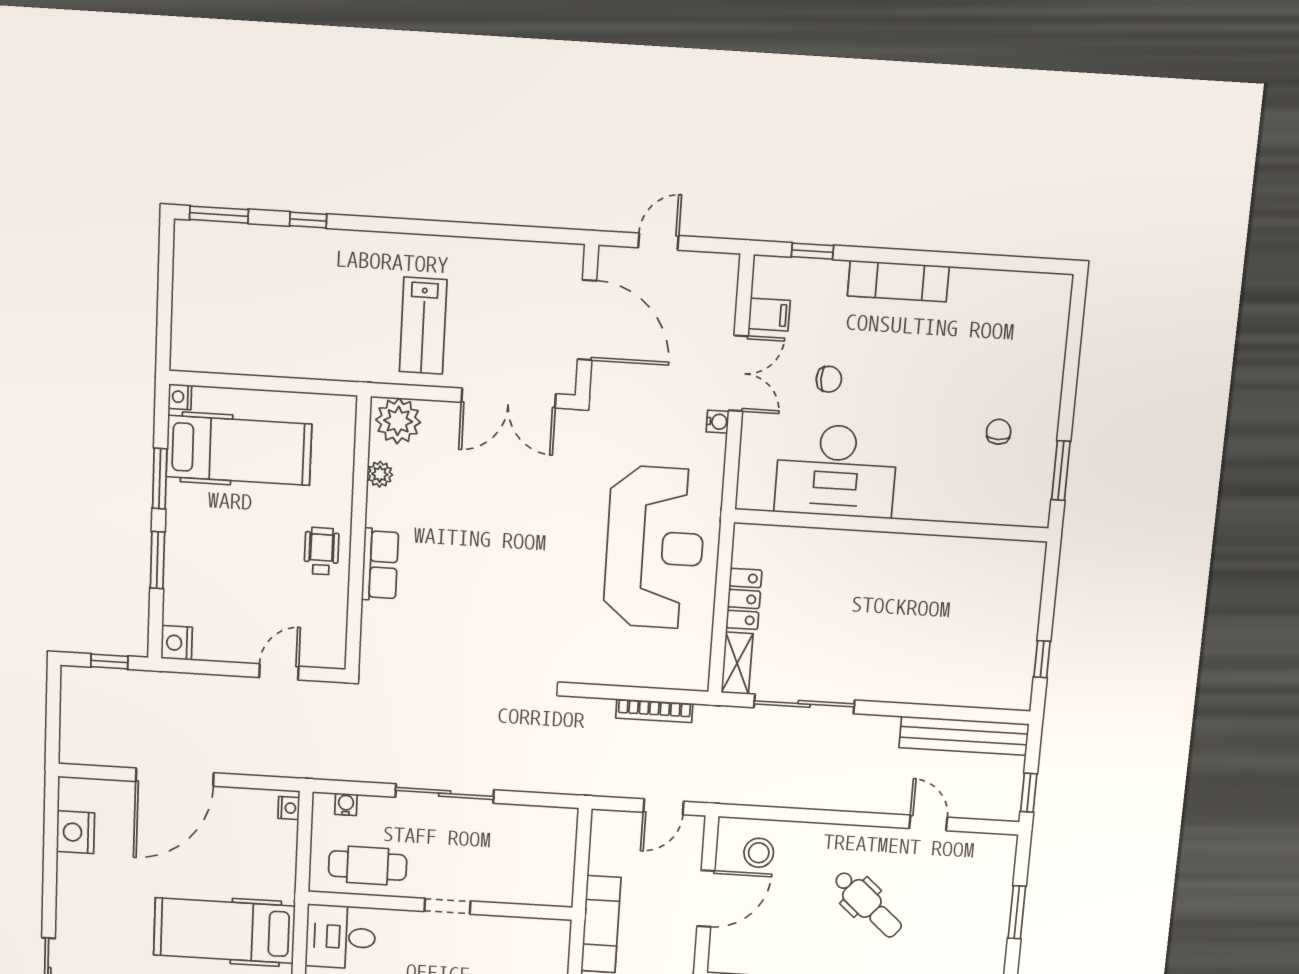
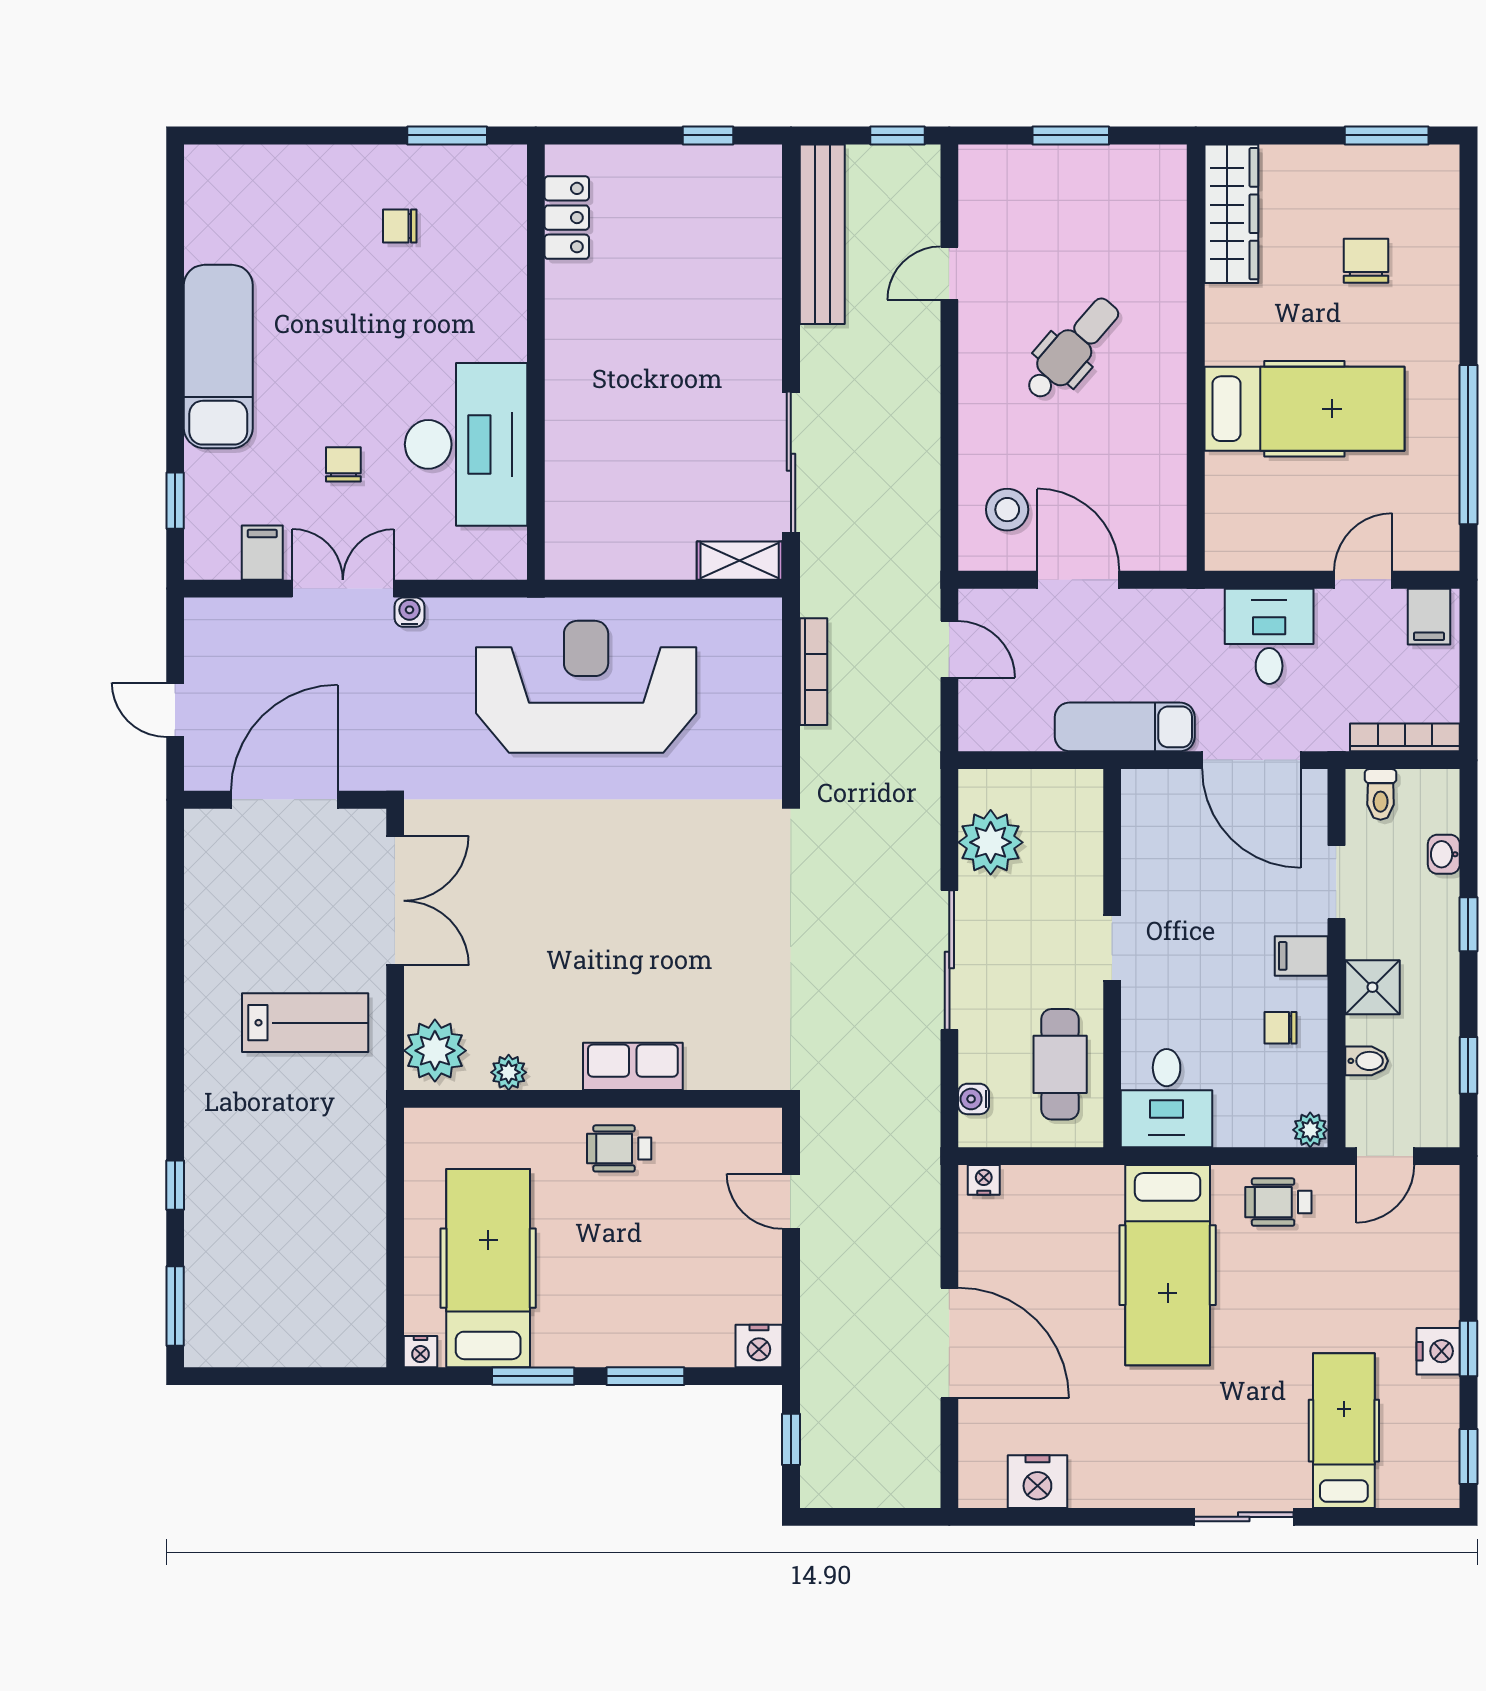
exam couch: (898, 281) -> (218, 357), width x1.36, depth x1.45
locker: (744, 599) -> (567, 218), moved, turned 90
plant: (526, 827) -> (991, 842), added

